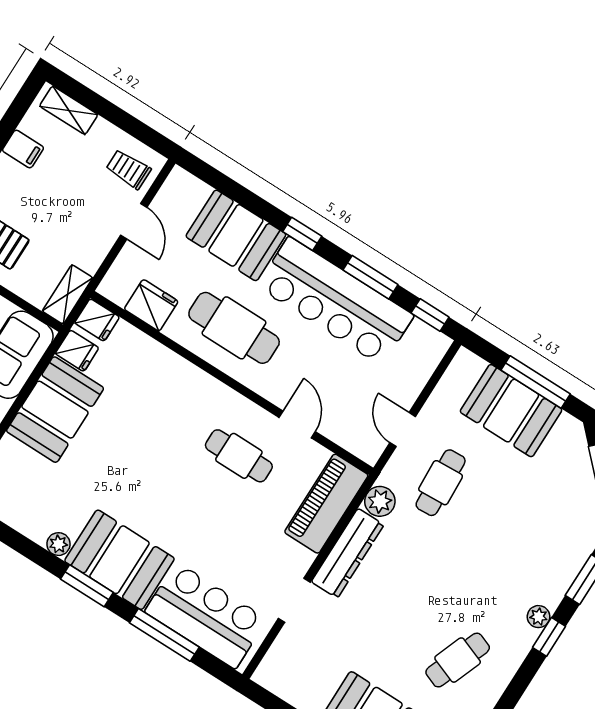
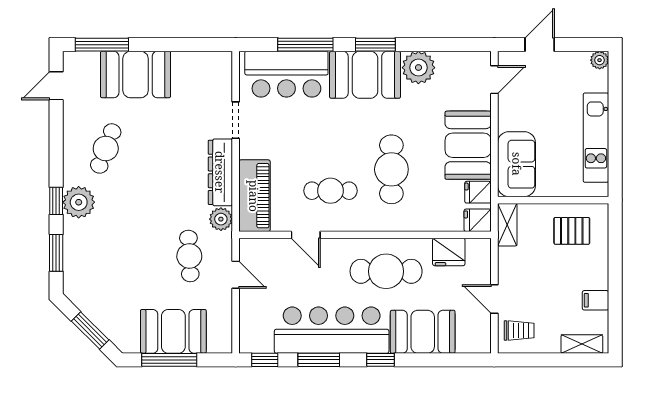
cafe table: (157, 437) -> (391, 169), added
plant: (58, 544) -> (418, 68), width x1.88, depth x1.88
plant: (539, 617) -> (79, 202), width x1.88, depth x1.88

